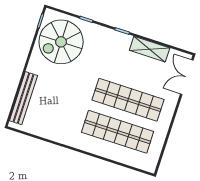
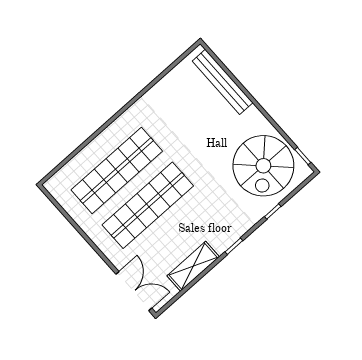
spiral stairs: (61, 42) -> (263, 166), turned 180

